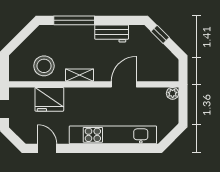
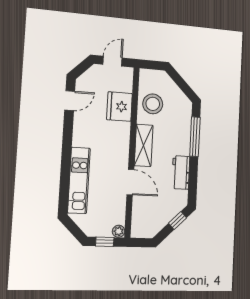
shelving: (80, 75) -> (144, 145), width x1.50, depth x1.33
window: (183, 106) -> (105, 242), added
kitchen unit: (113, 135) -> (79, 180), width x0.73

